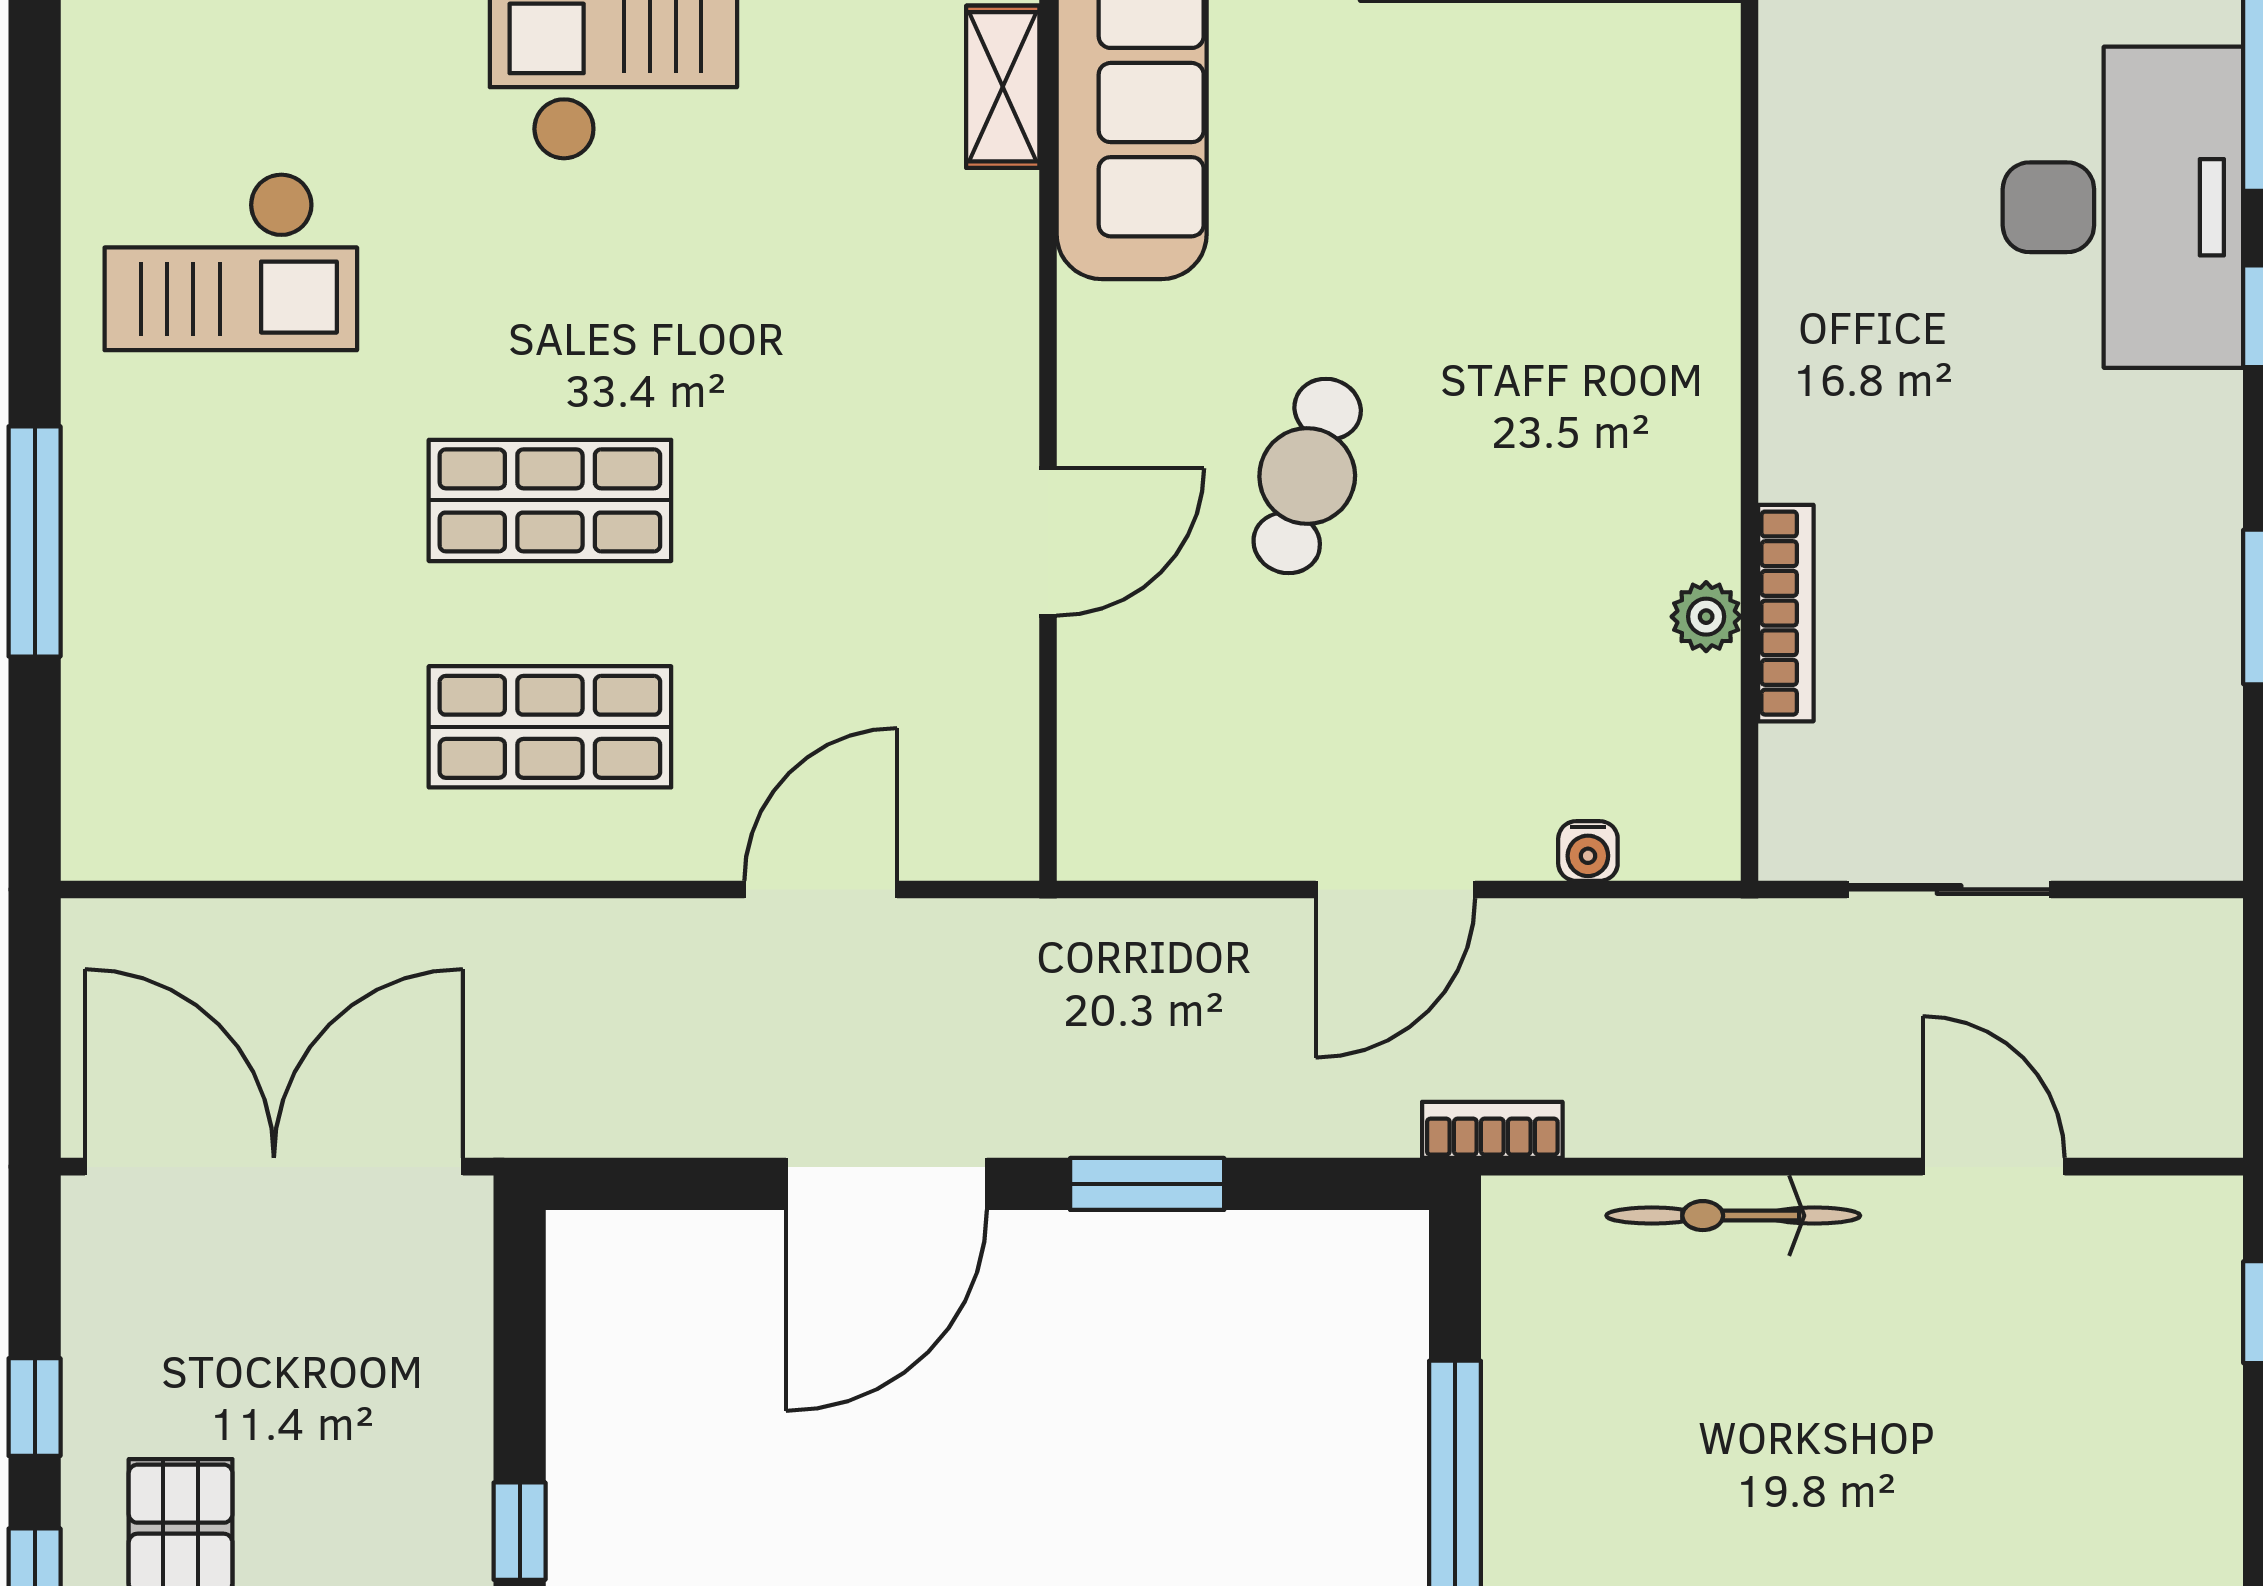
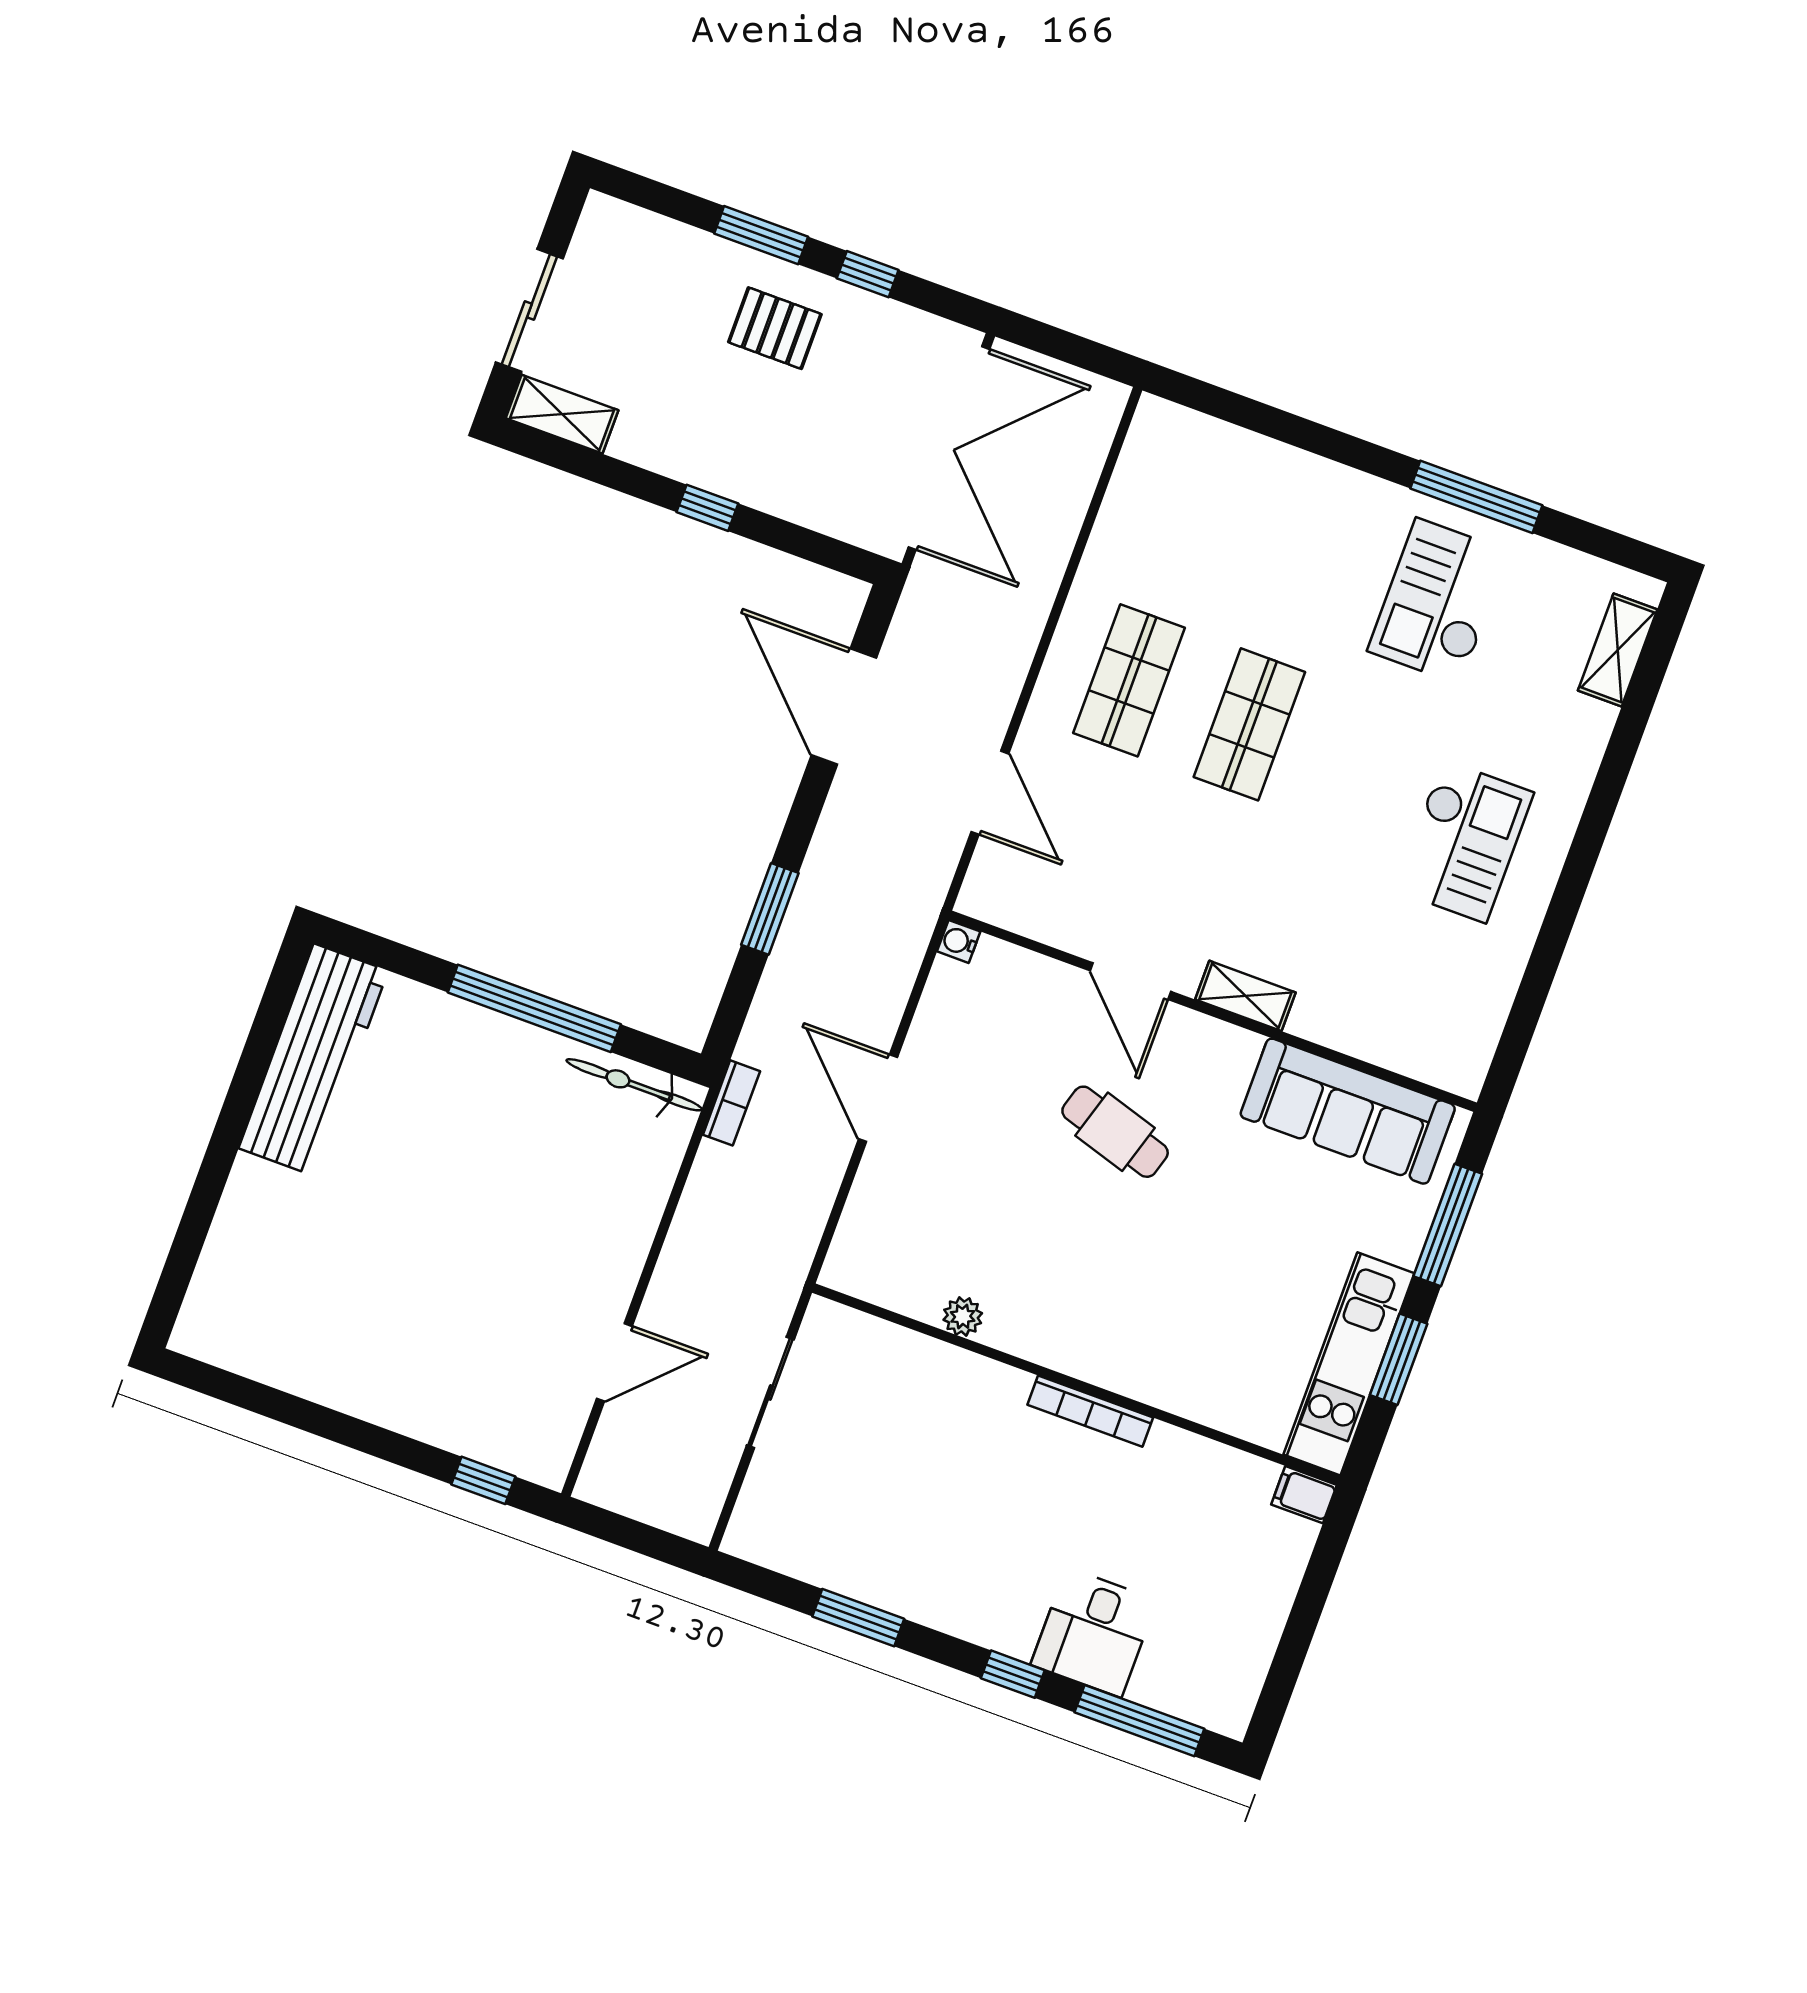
shelving: (1003, 87) -> (1245, 996), moved
desk: (2123, 207) -> (1094, 1632), width x0.53, depth x0.77
window: (35, 541) -> (1476, 497), moved
bookcase: (1786, 613) -> (1090, 1411), moved
water cooler: (1588, 851) -> (959, 941), moved
door: (886, 1184) -> (844, 707), moved
bicycle: (1733, 1216) -> (634, 1085), moved, turned -90

